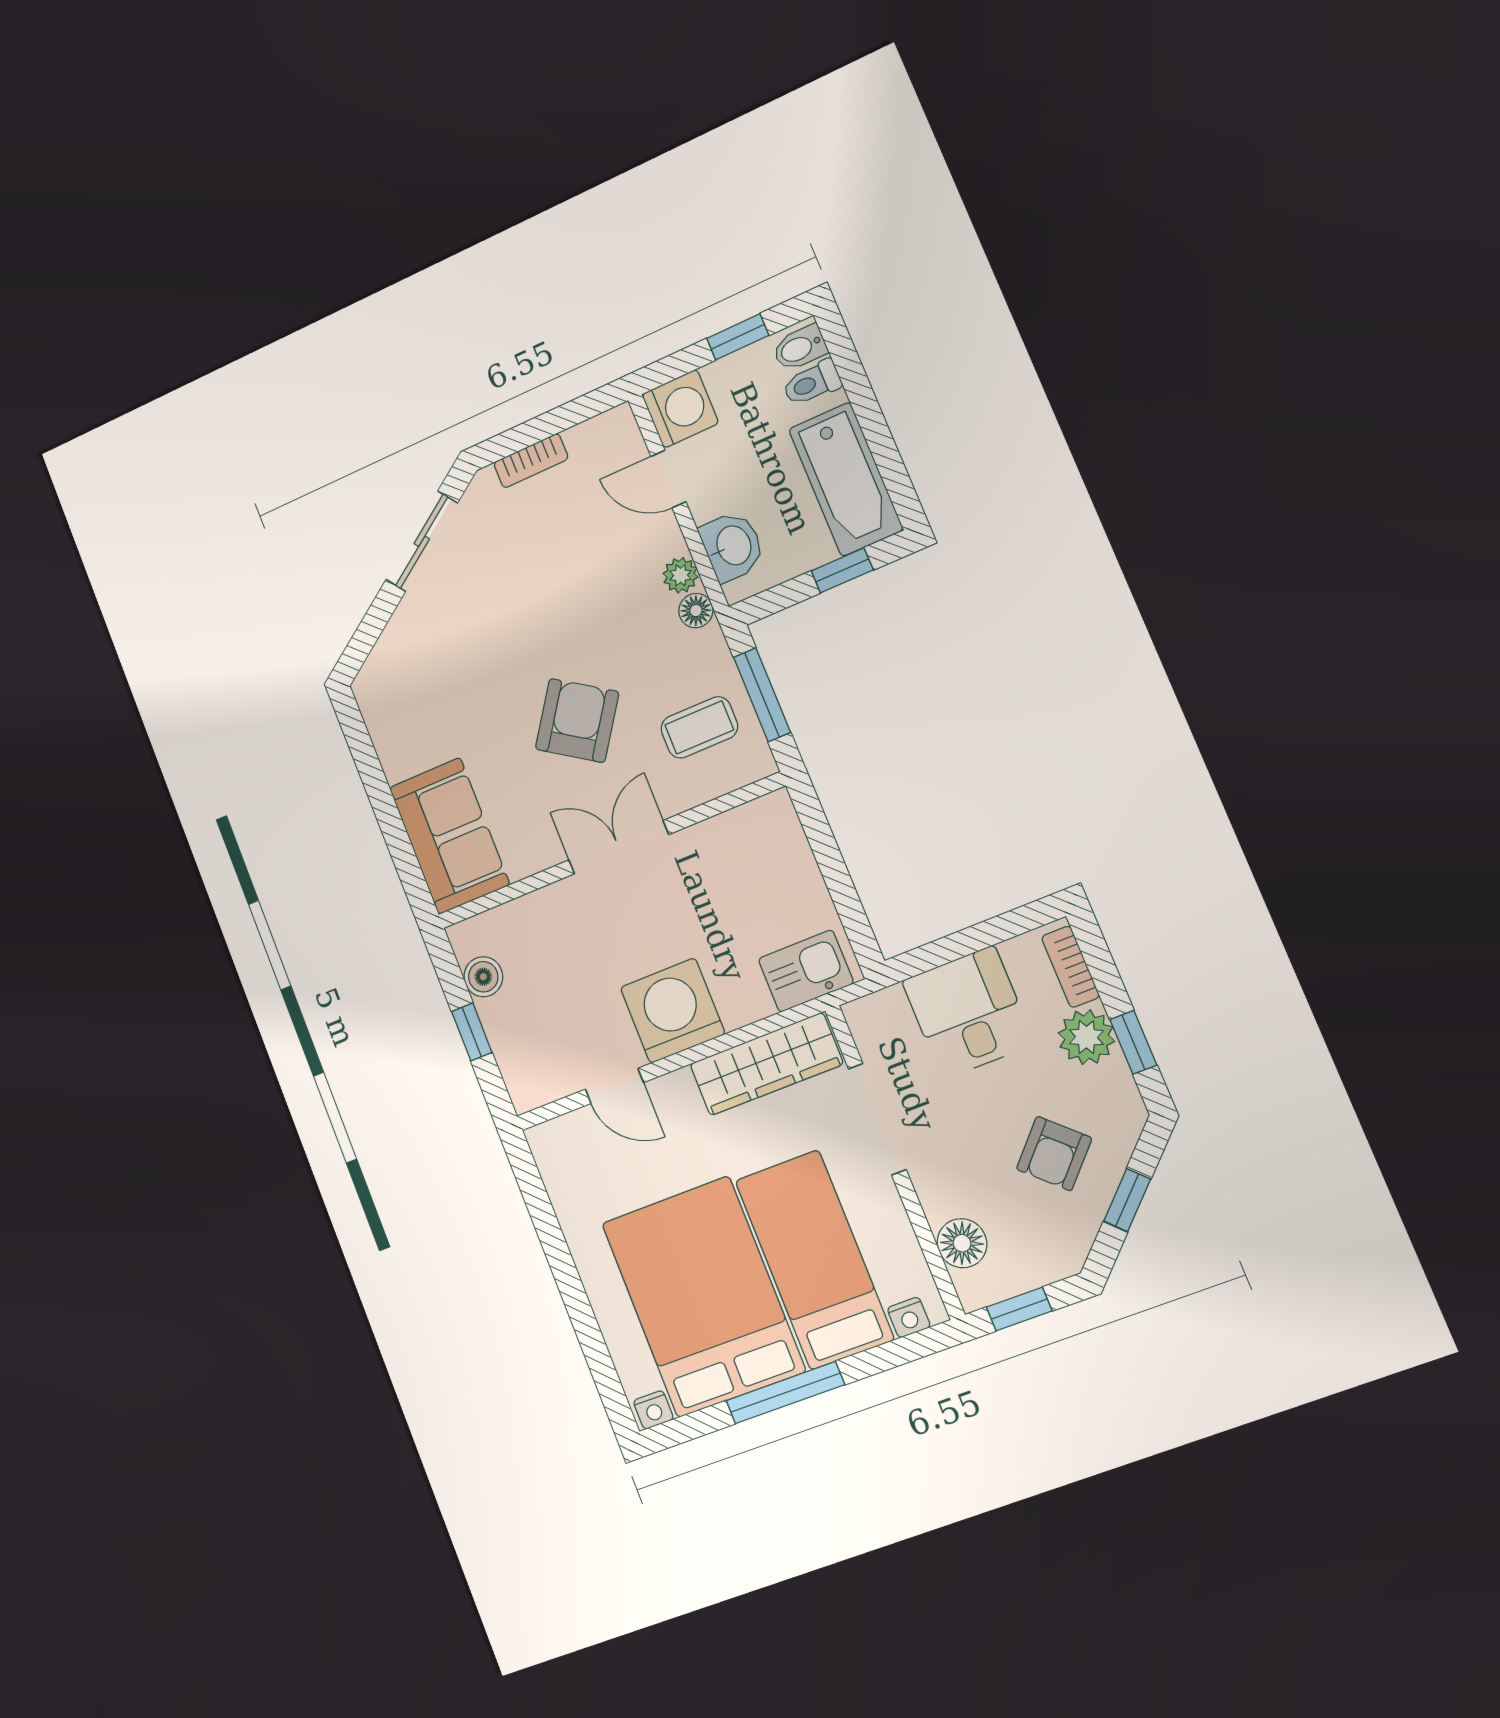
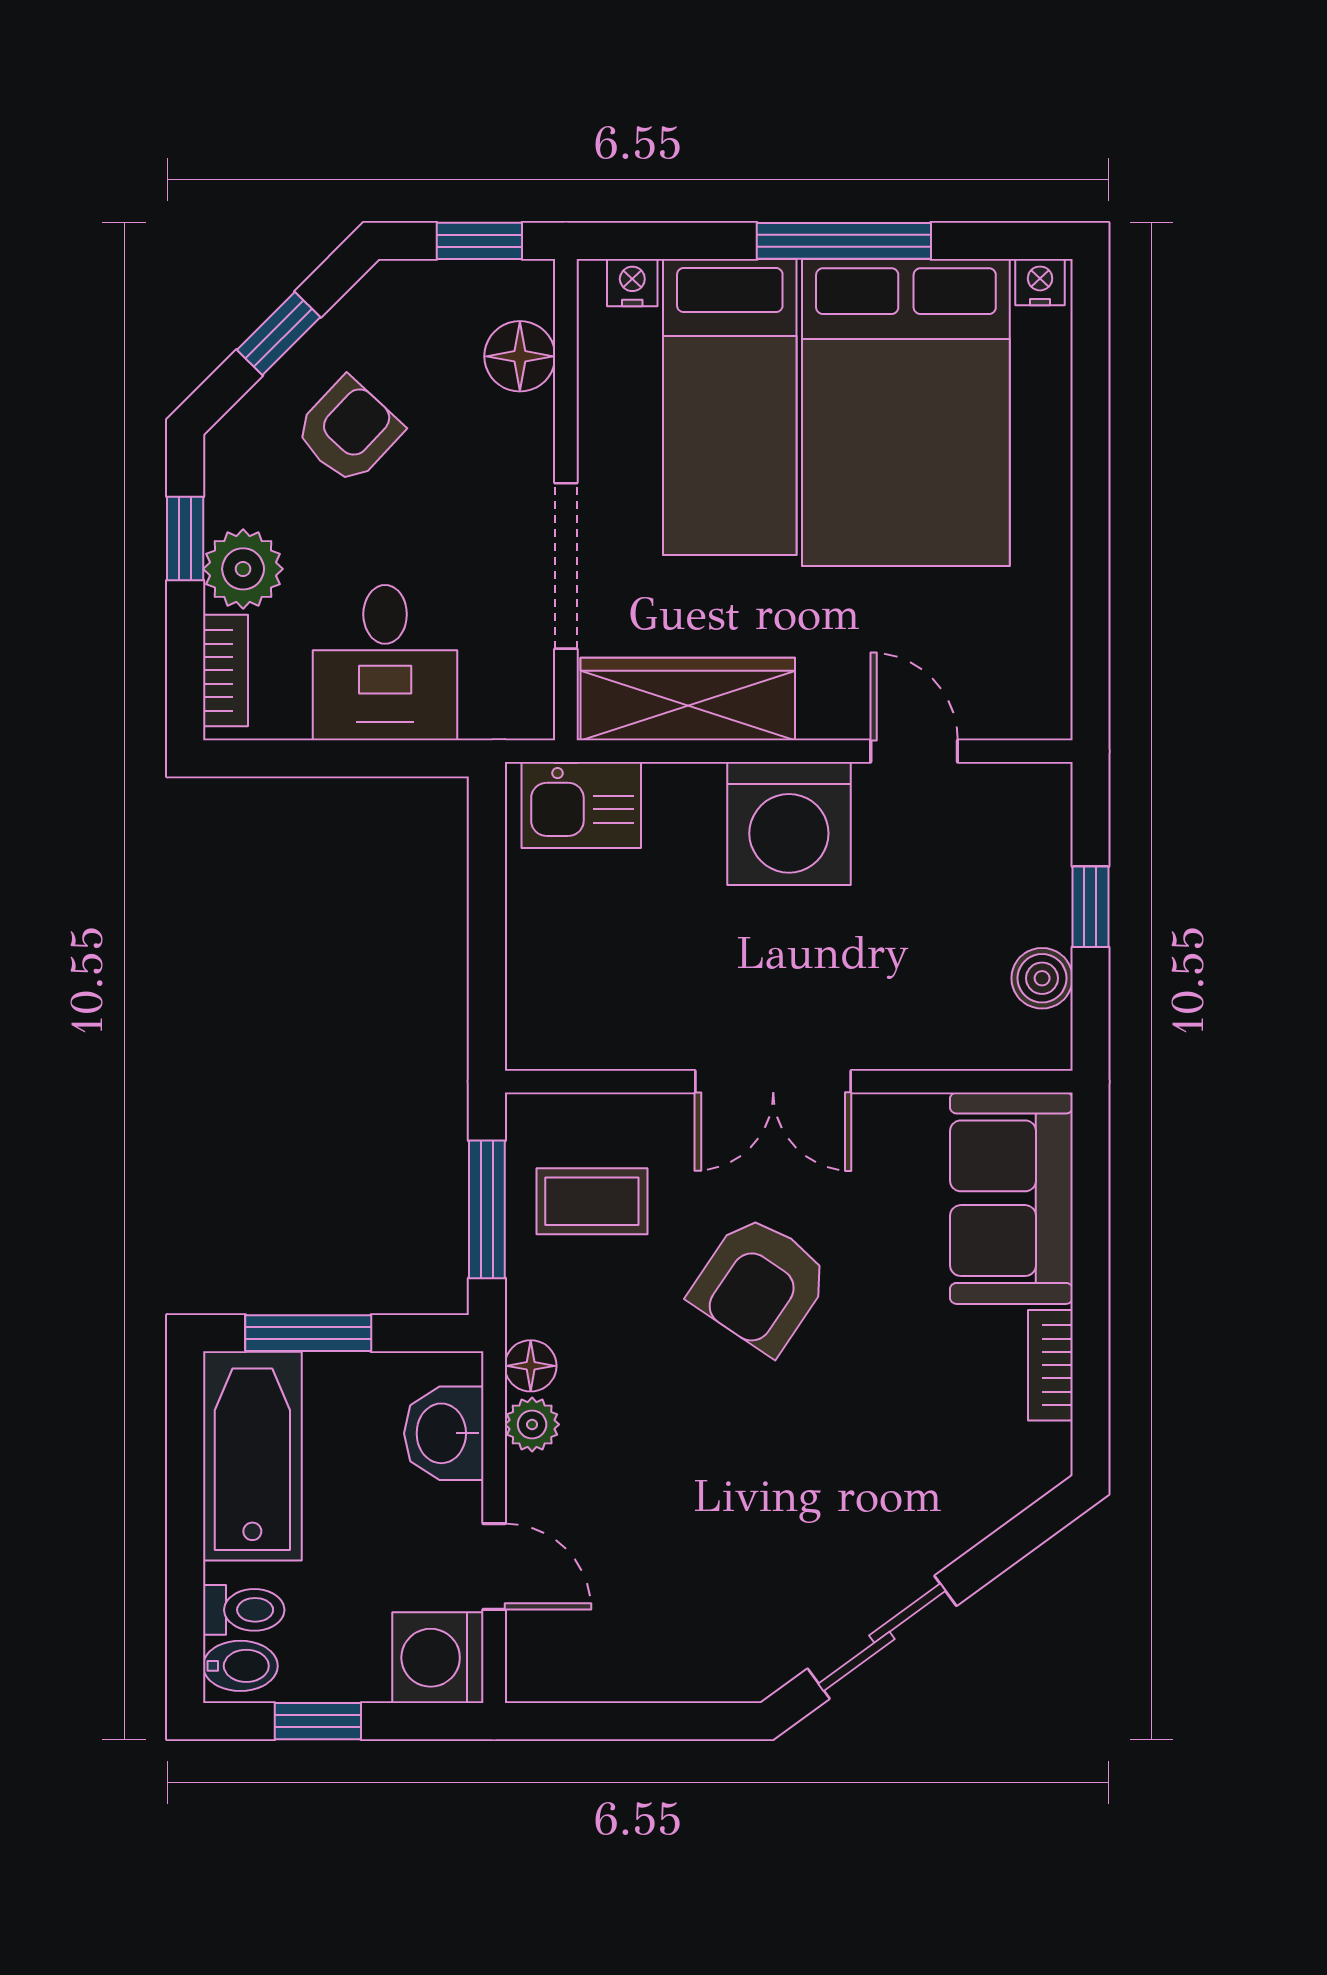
bookcase: (531, 461) -> (1050, 1365), moved, turned -90
window: (842, 570) -> (308, 1333), width x1.50

